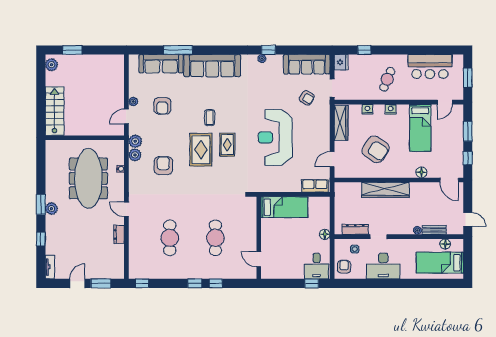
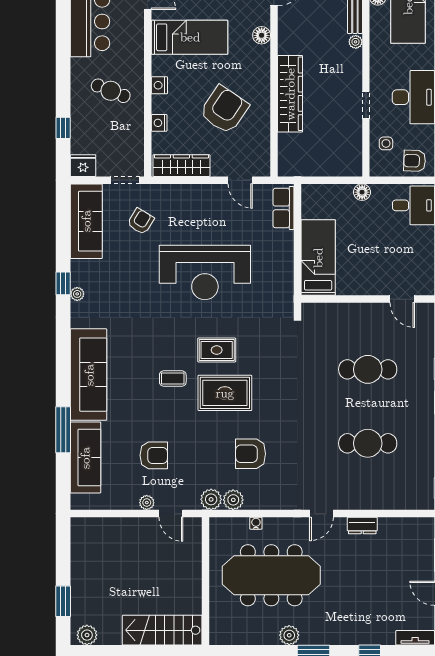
plant: (51, 209) -> (289, 635), moved
dresser: (355, 229) -> (354, 143), removed
door: (259, 259) -> (402, 299), hinge flipped

